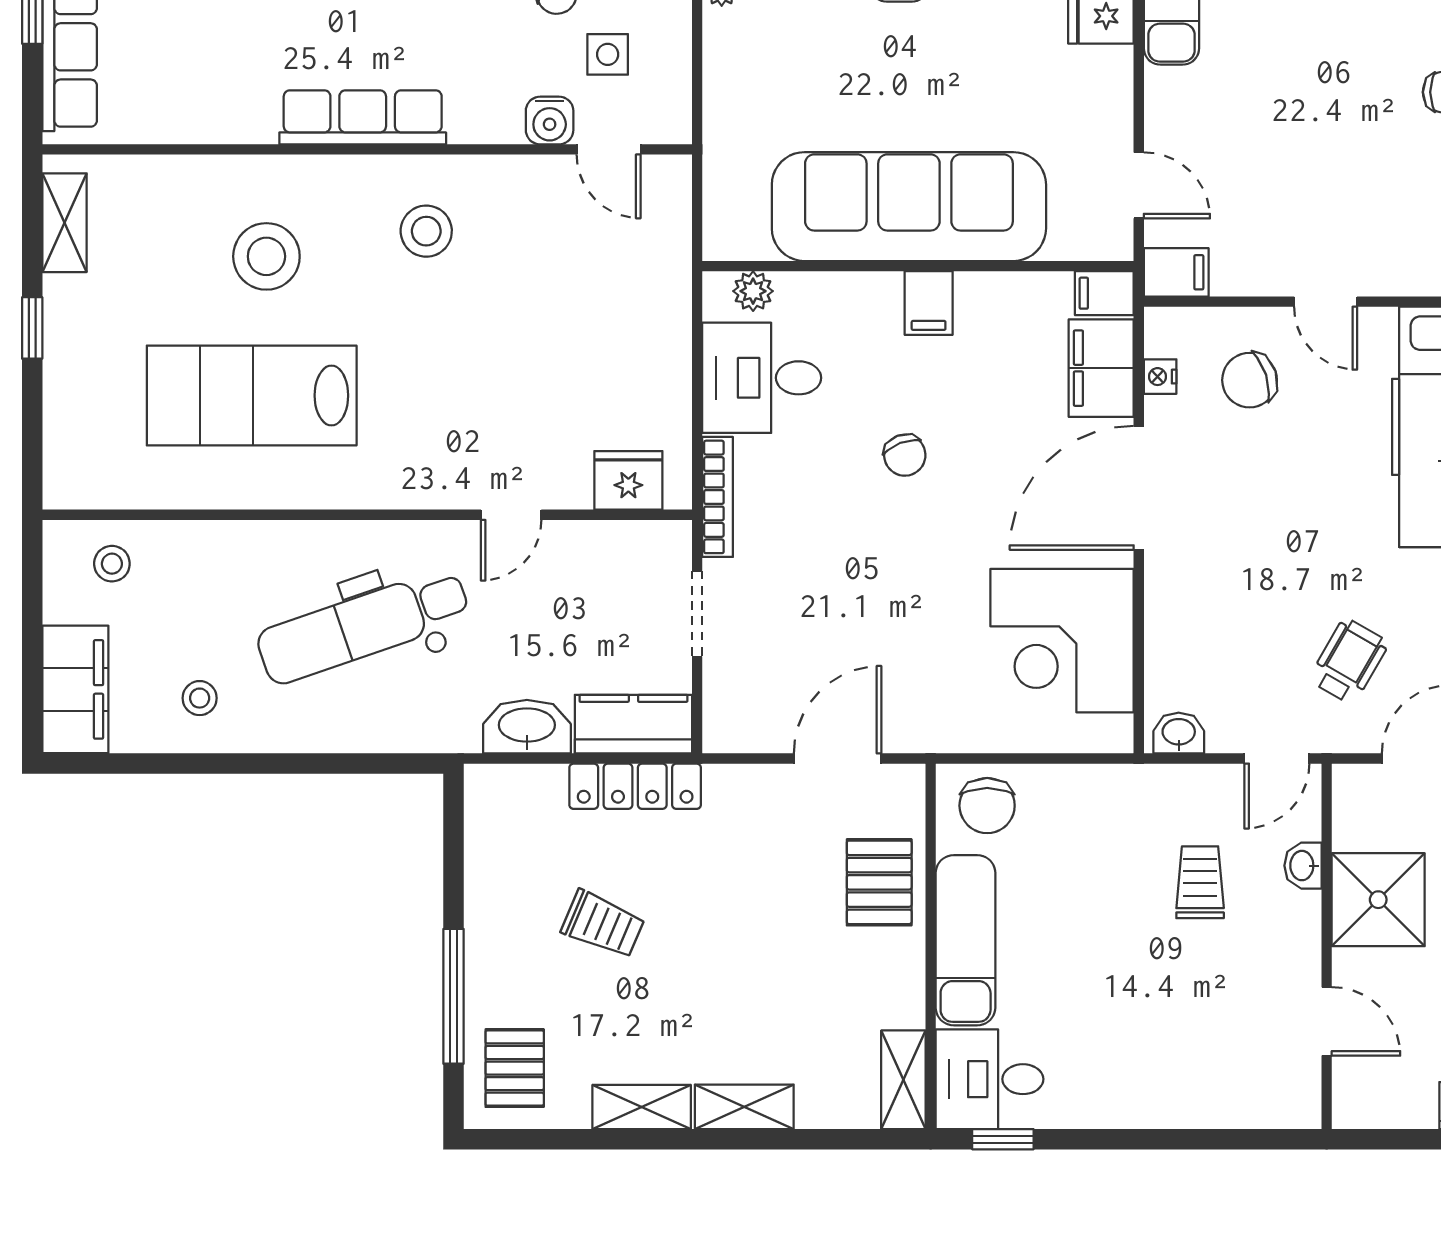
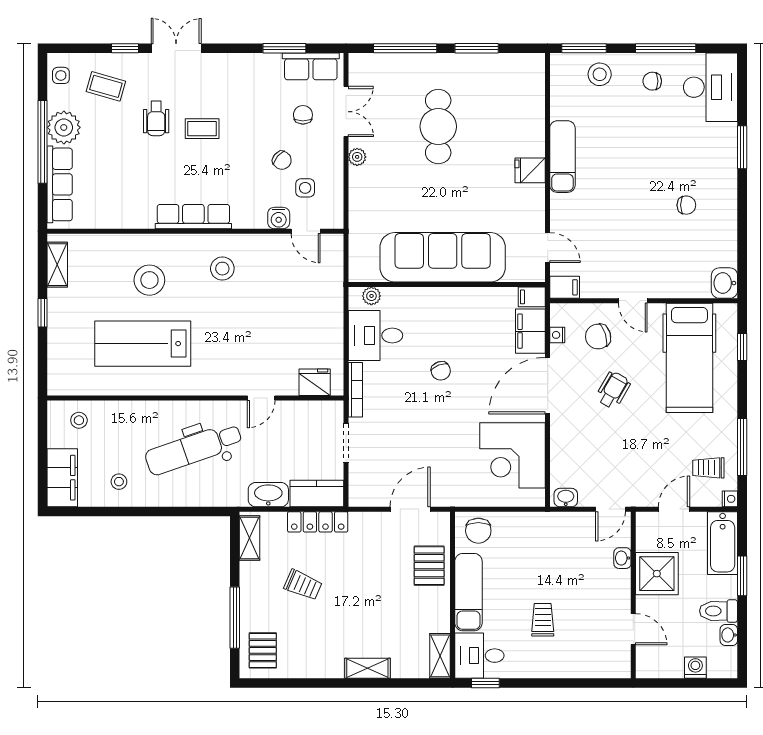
filing cabinet: (929, 303) -> (452, 301), removed
wheelchair: (1349, 661) -> (613, 390), moved
trolley: (1200, 882) -> (543, 620), moved
shelving: (642, 1107) -> (250, 538), moved, turned 90

